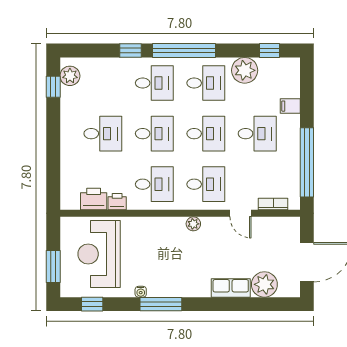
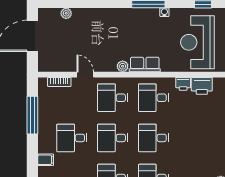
desk: (103, 134) -> (194, 138), removed
window: (307, 162) -> (32, 115), width x0.68
reception desk: (99, 254) -> (197, 42), turned 180
plant: (264, 284) -> (66, 13), width x0.53, depth x0.53
row of seats: (231, 288) -> (145, 65), moved, turned 180

